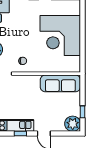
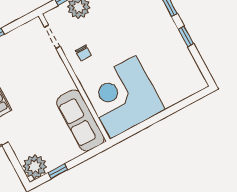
corner desk: (60, 36) -> (123, 97), moved

